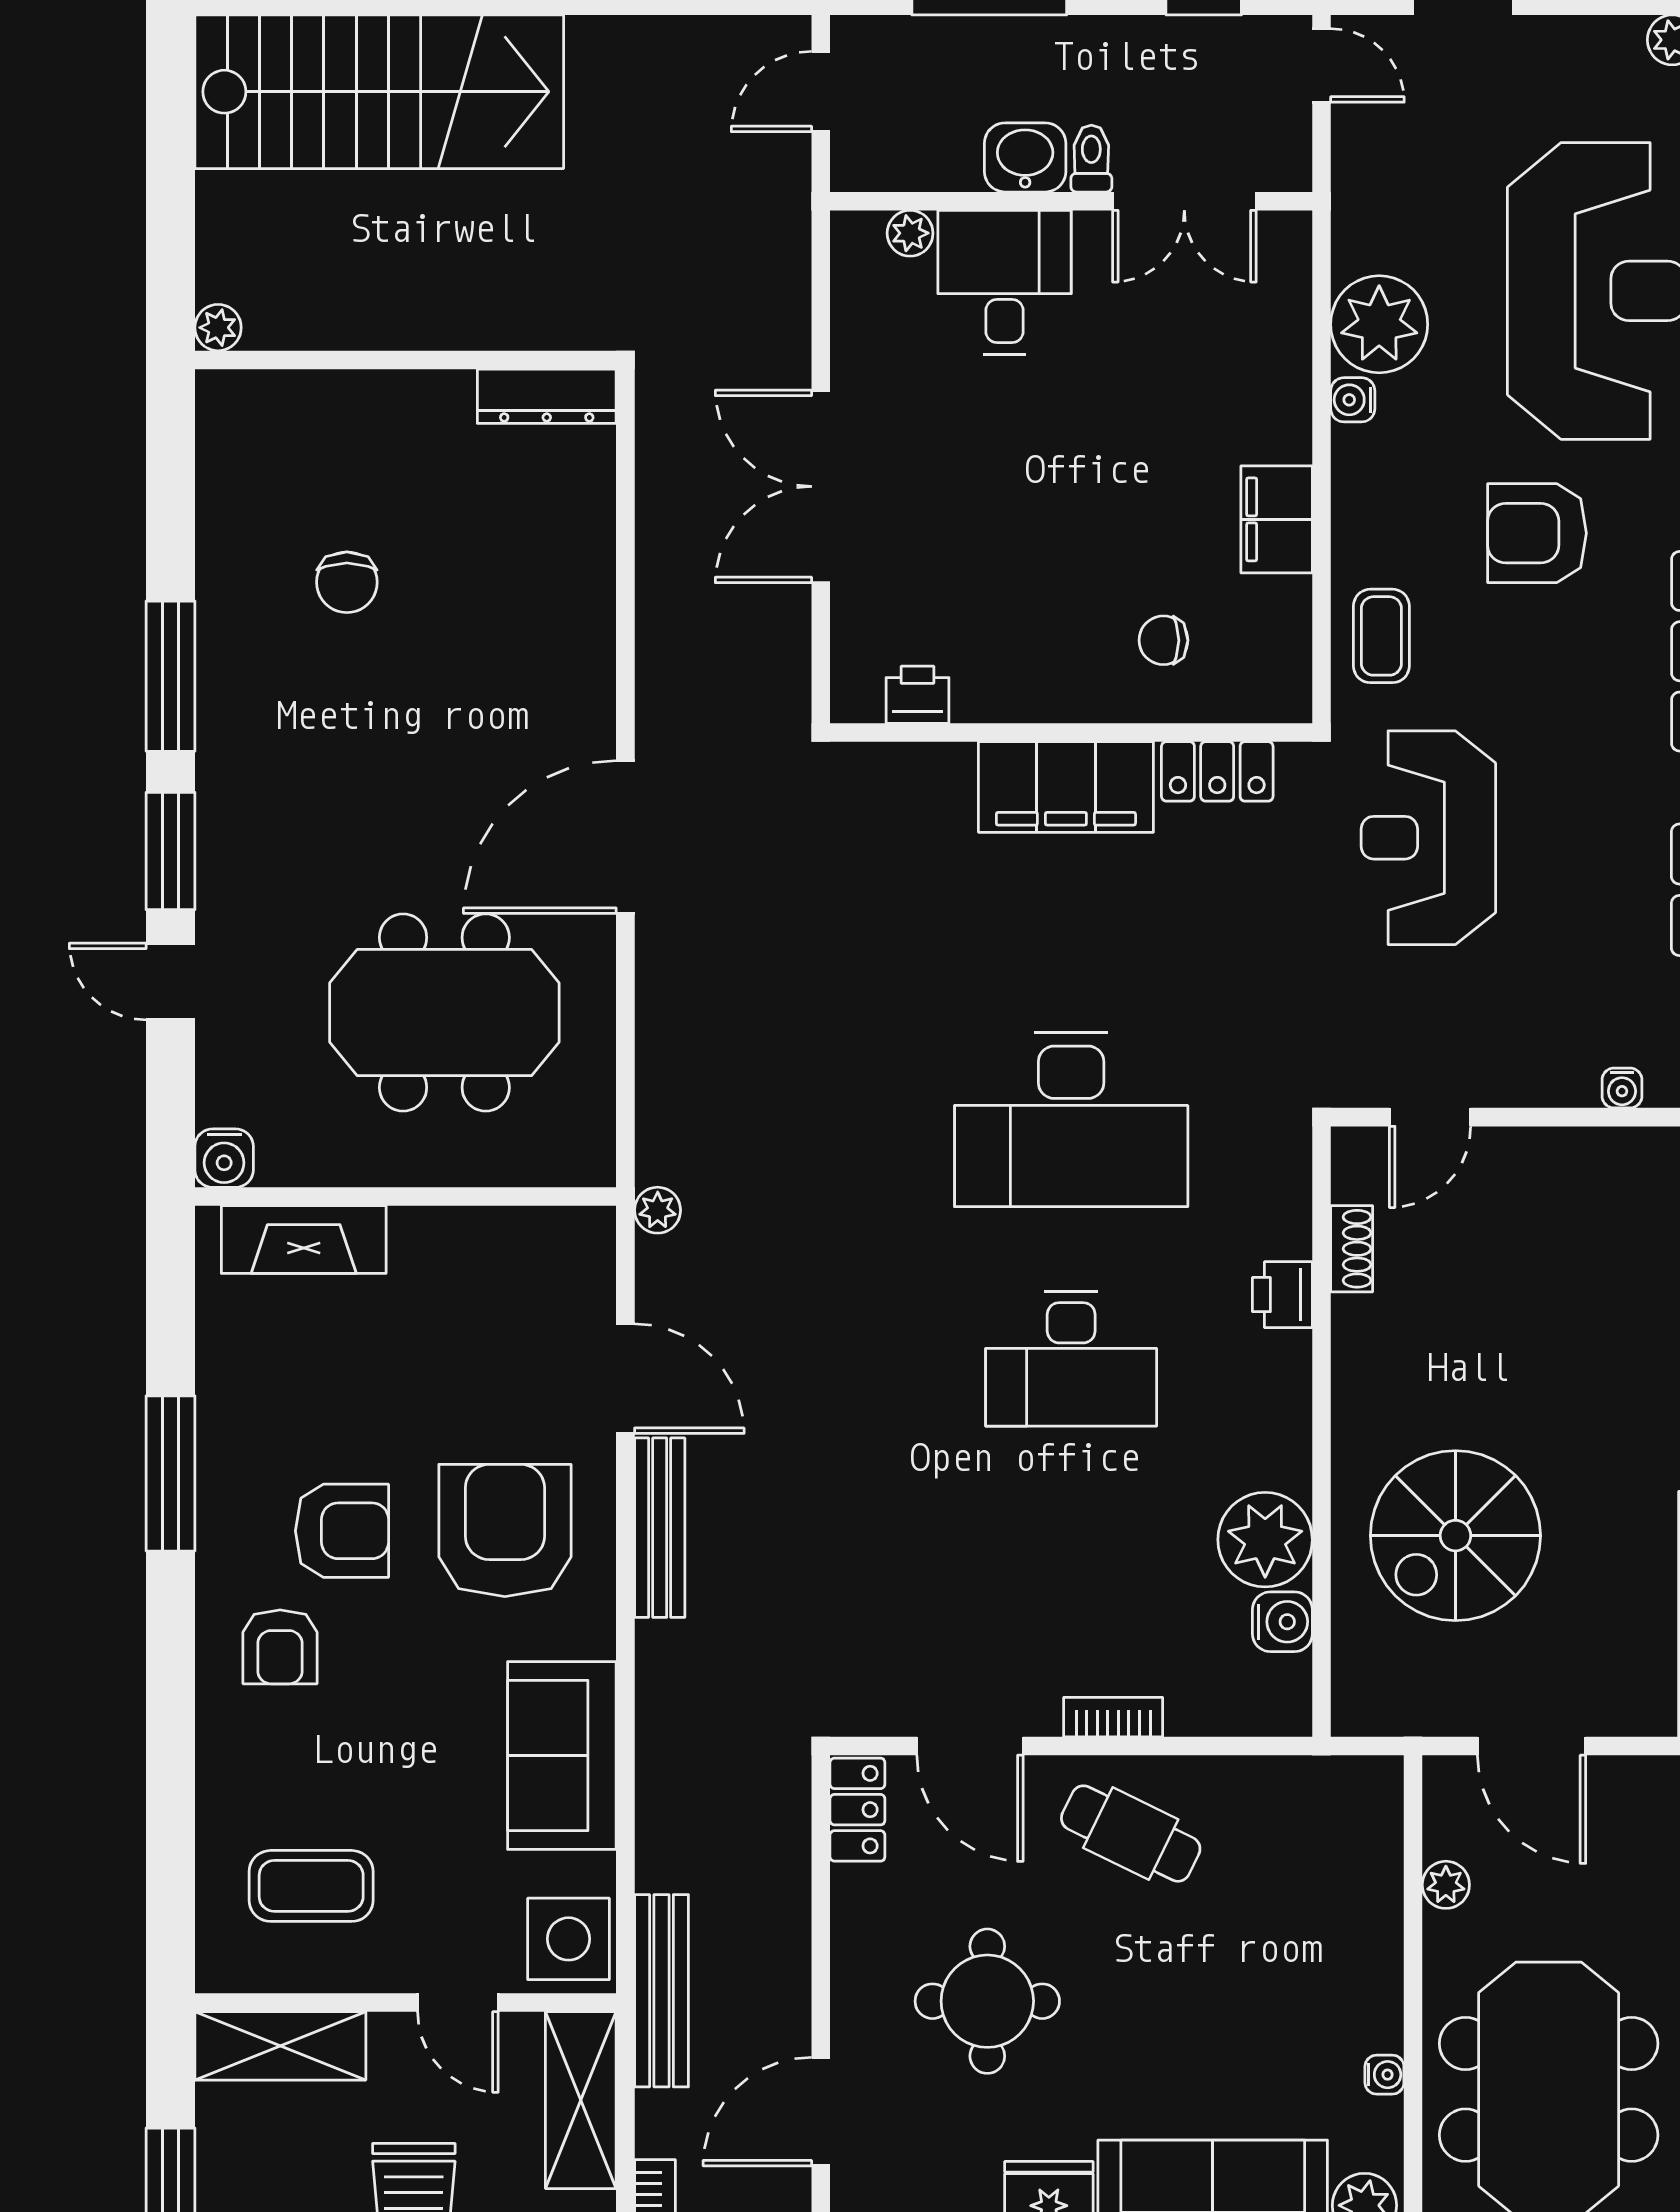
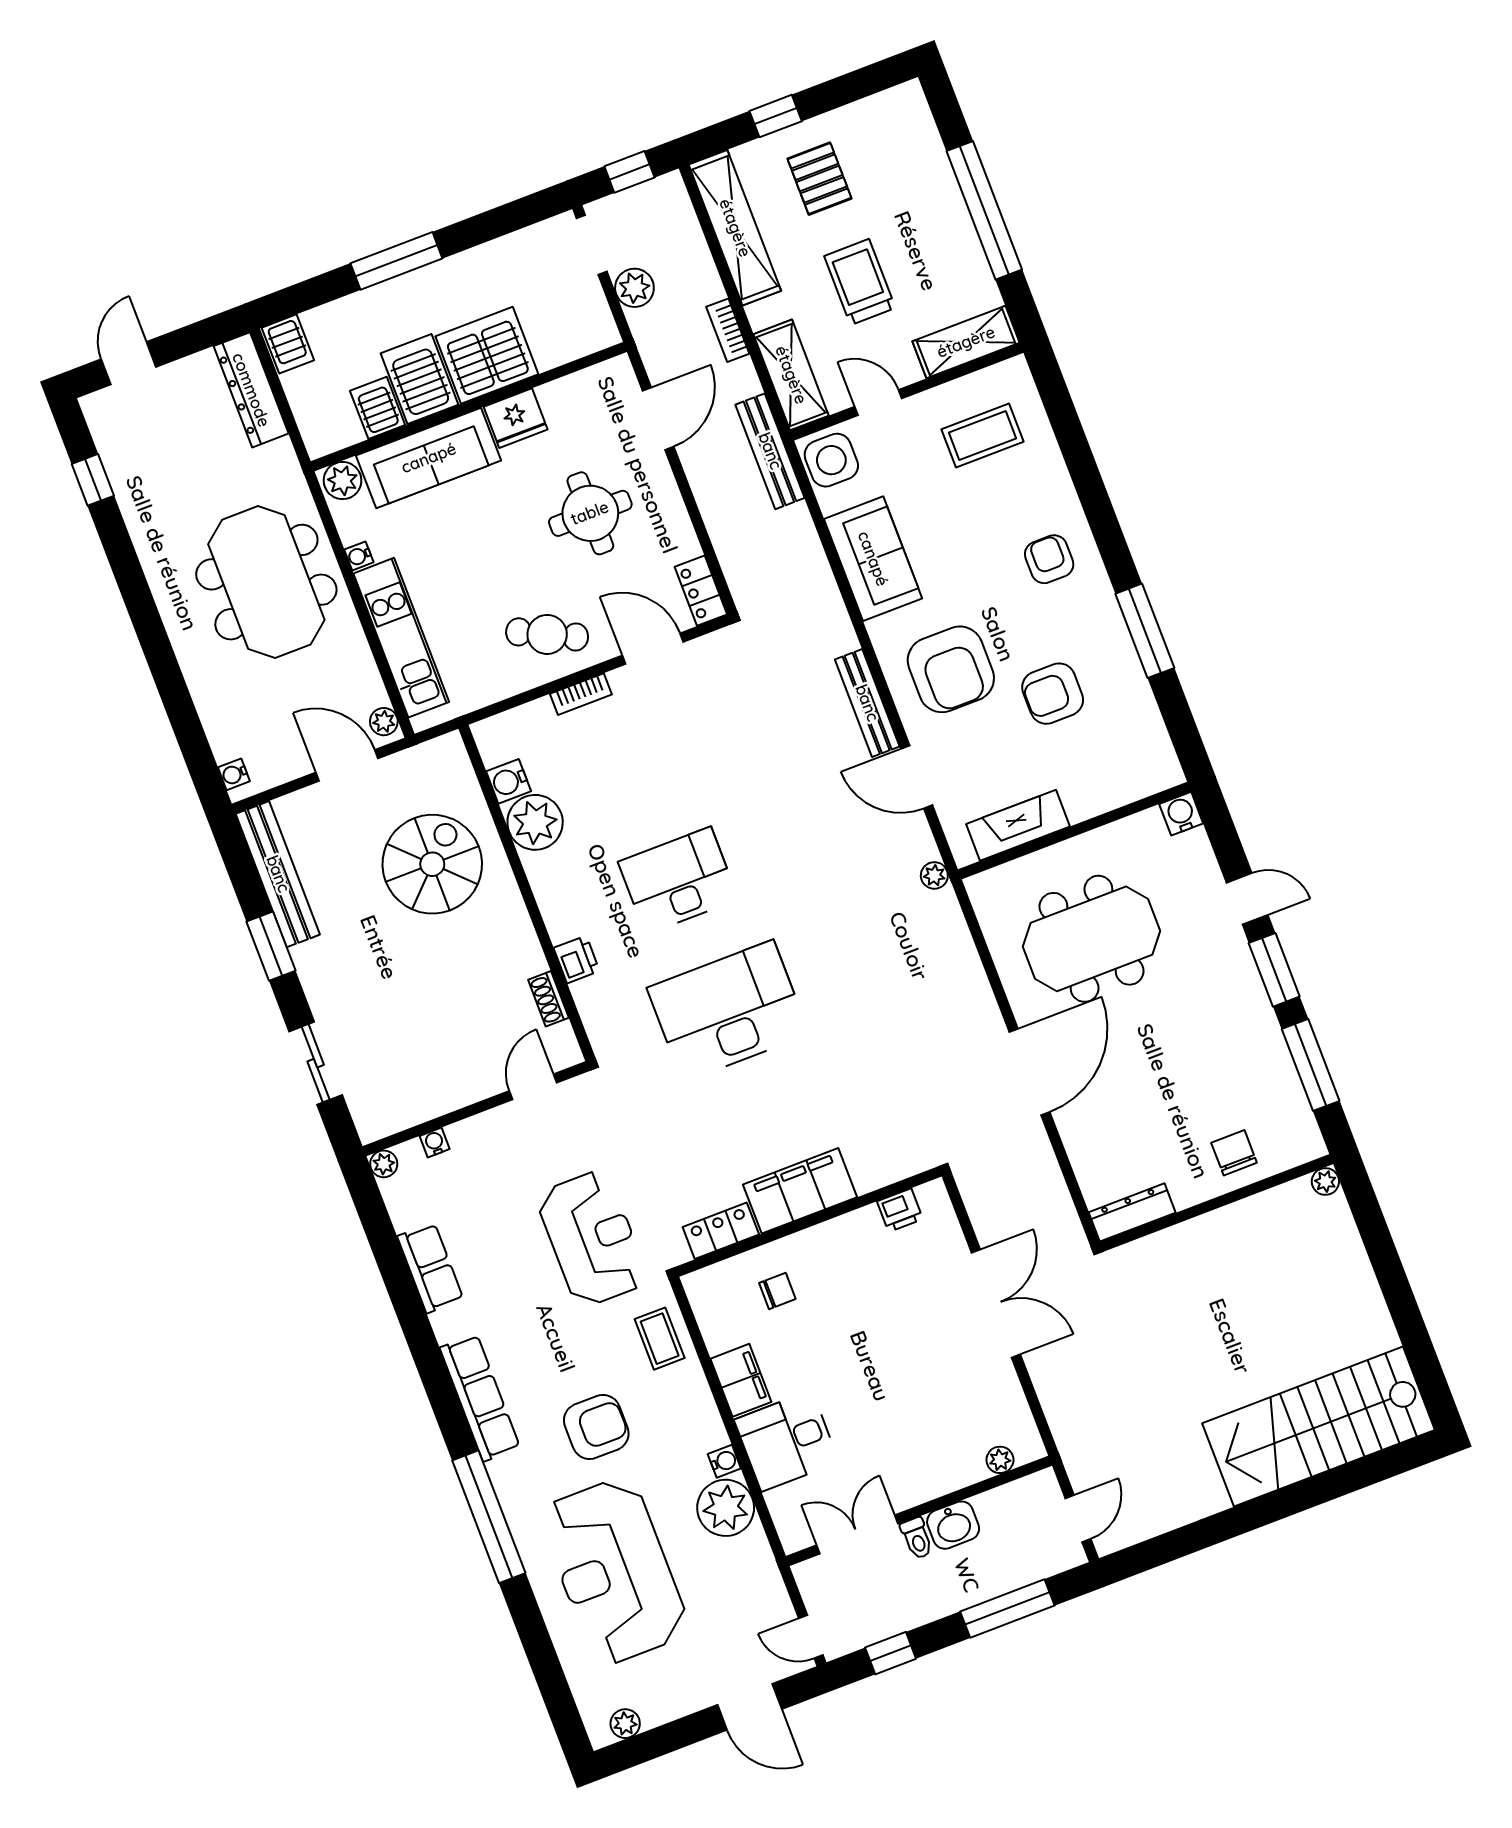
desk: (1004, 282) -> (787, 1441), moved, turned 90
plant: (218, 328) -> (1325, 1182), moved
wall: (406, 360) -> (1217, 1203), moved
dresser: (547, 396) -> (1132, 1212), moved
fireplace: (304, 1240) -> (1018, 825), moved
armchair: (342, 1531) -> (1053, 694), moved
plant: (1446, 1885) -> (384, 722), moved
kitchen unit: (1367, 1918) -> (401, 638), added

